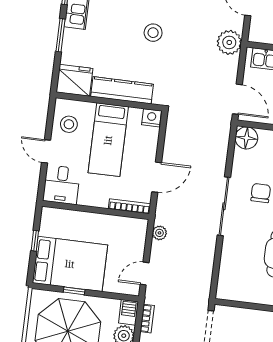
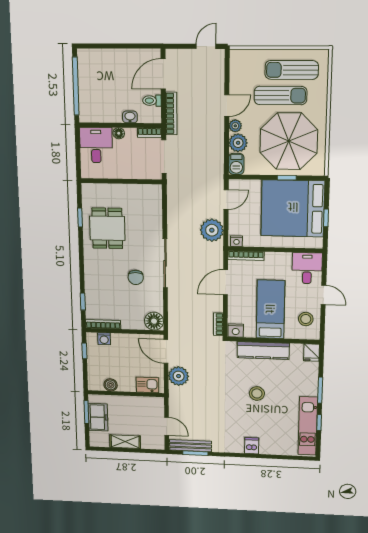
stool: (153, 33) -> (257, 393), moved
plant: (229, 42) -> (179, 376), moved
fridge: (74, 80) -> (312, 353), width x0.53, depth x0.75
nightstand: (138, 224) -> (236, 241), added
plant: (159, 233) -> (212, 230), width x1.88, depth x1.88
bed: (70, 264) -> (293, 208), width x1.36
bookcase: (147, 319) -> (218, 324), moved

